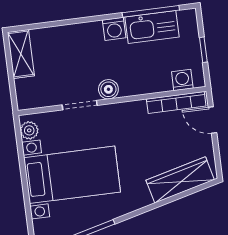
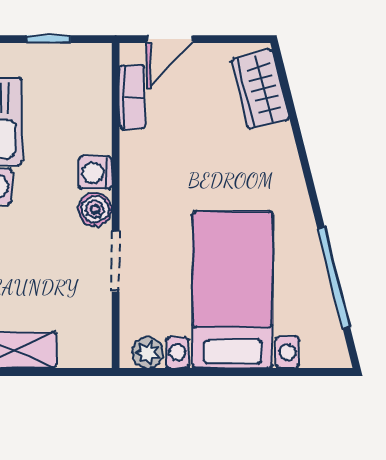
washing machine: (182, 80) -> (95, 173), moved
bookcase: (176, 102) -> (132, 97), width x0.64
wardrobe: (180, 180) -> (260, 89), width x0.67

